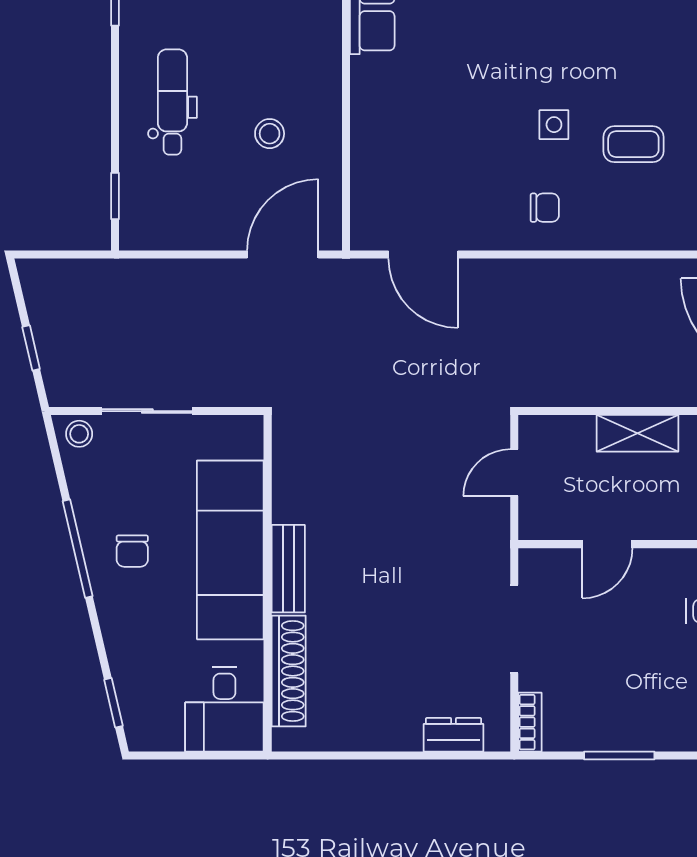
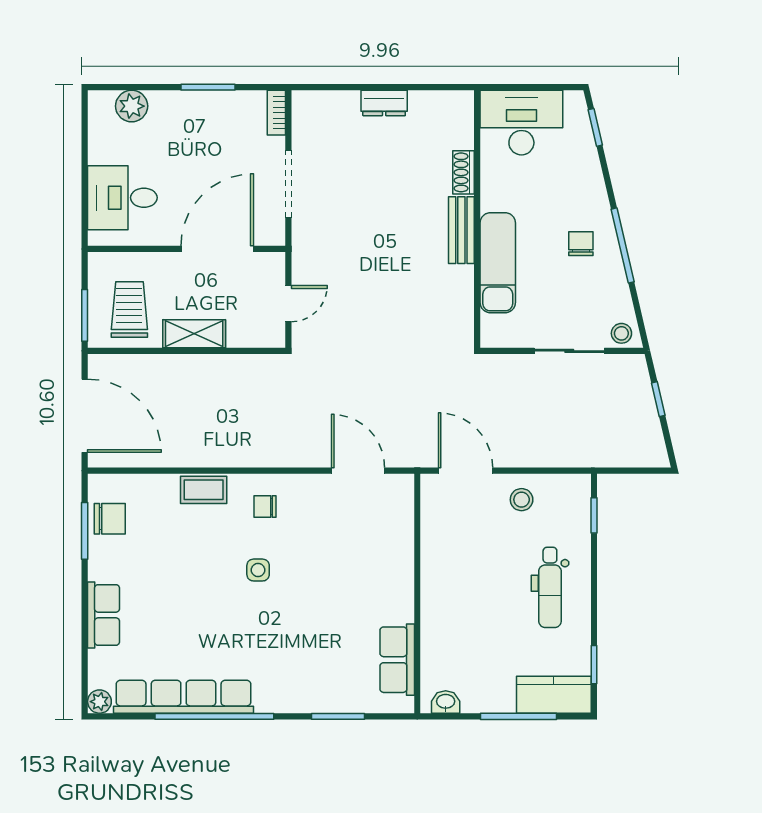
stool: (270, 134) -> (522, 500), moved
coffee table: (633, 144) -> (204, 490), moved
door: (283, 254) -> (466, 471), swing flipped
door: (607, 544) -> (217, 249), width x1.88
exam couch: (230, 550) -> (498, 263), width x0.73, depth x0.69
shoe rack: (289, 671) -> (464, 172), width x0.51, depth x0.81
desk: (224, 709) -> (521, 123), width x1.37
dresser: (453, 735) -> (384, 103), moved

